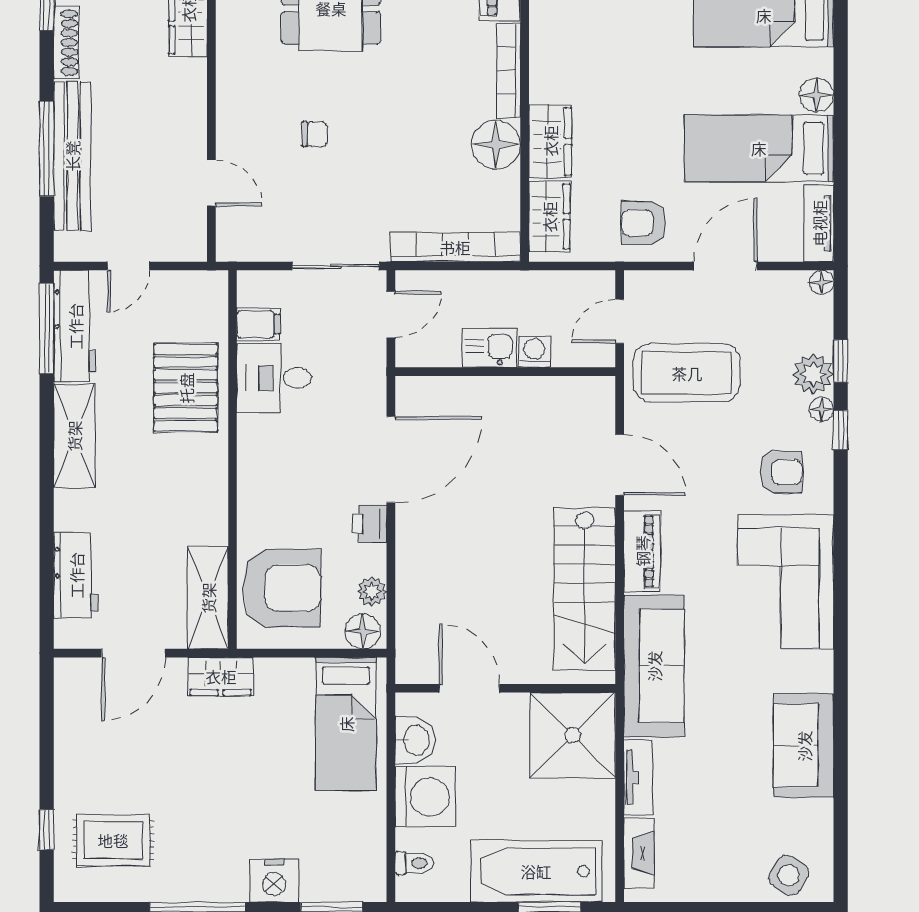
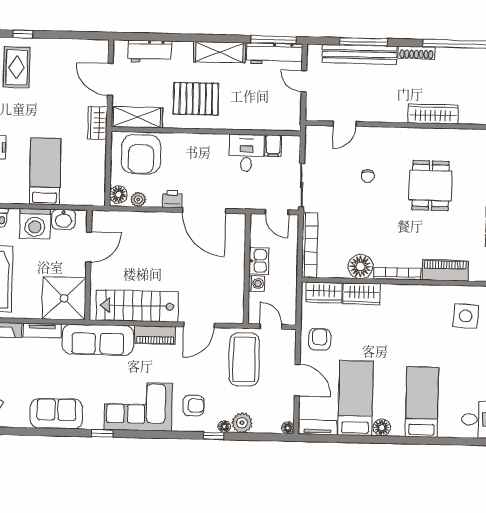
window: (841, 361) -> (102, 433), moved
pallet: (186, 388) -> (196, 99), moved
armchair: (781, 472) -> (193, 406), turned -90
bed: (346, 724) -> (45, 171), moved, turned 90

